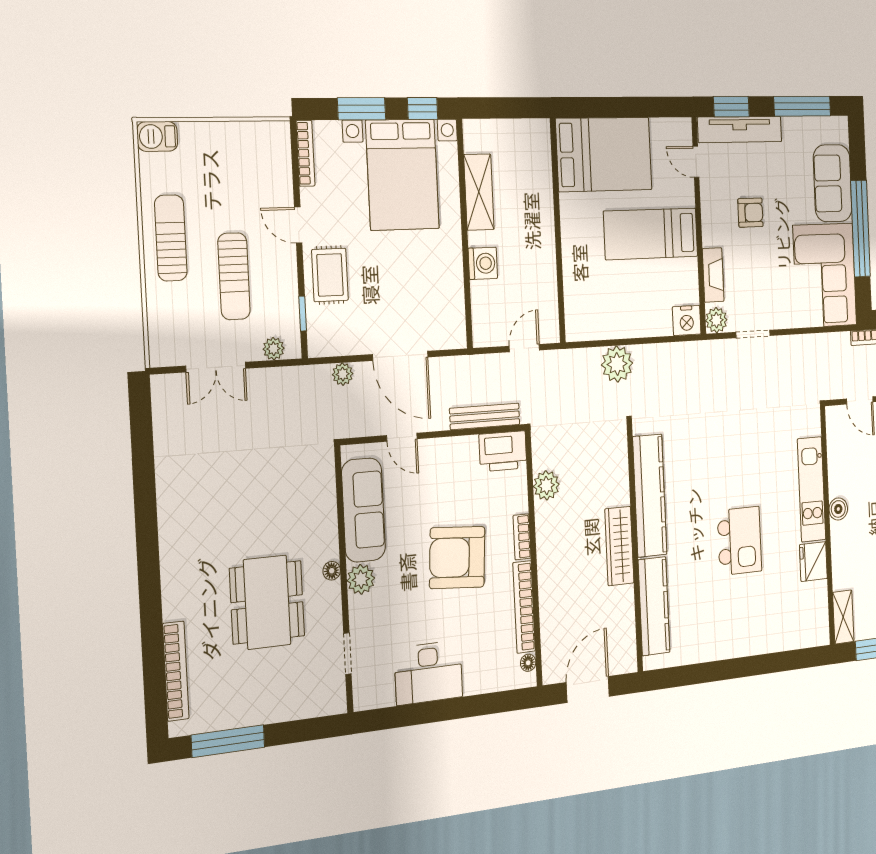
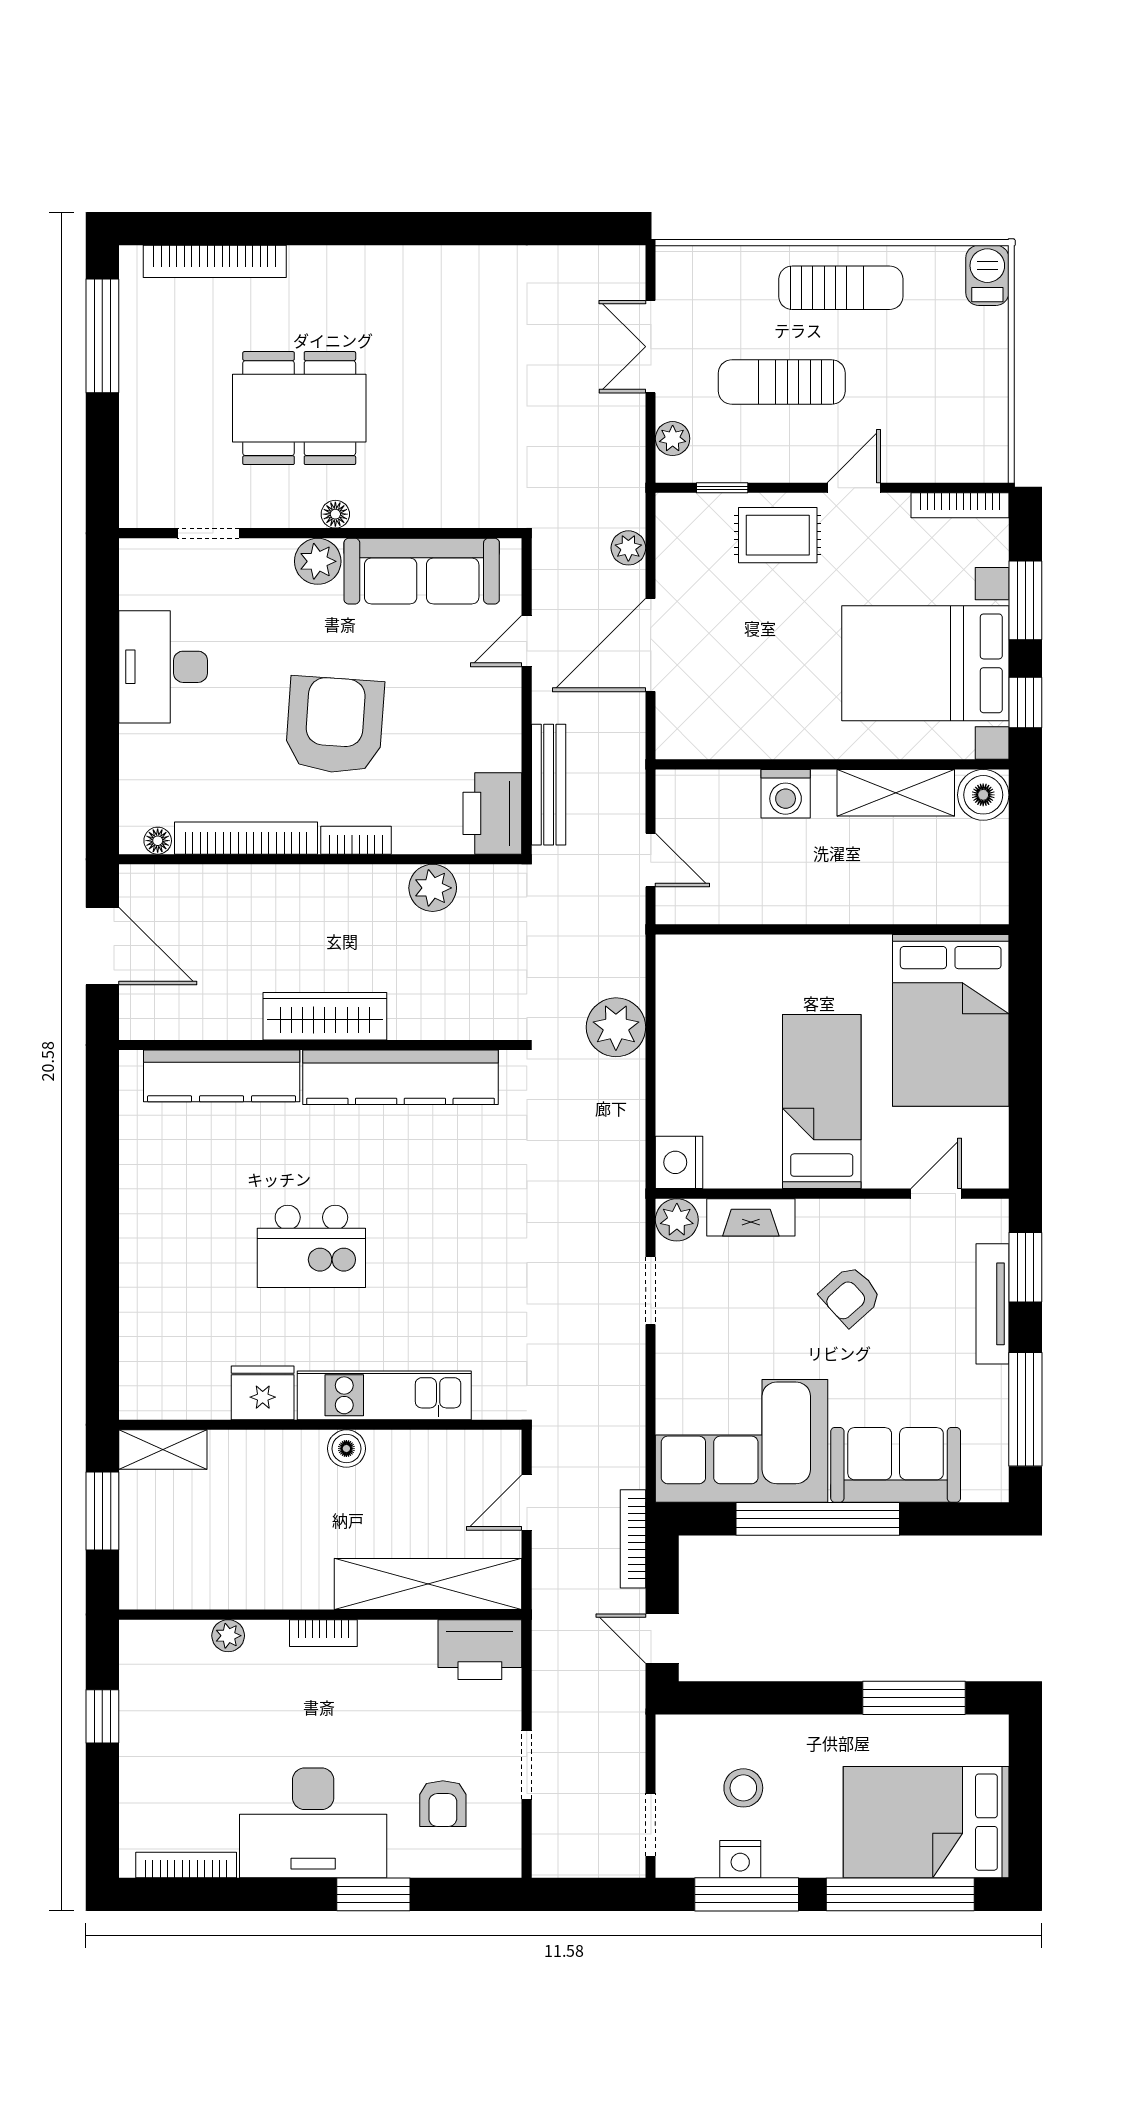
tv unit: (740, 129) -> (992, 1304), width x0.73, depth x0.78
boiler: (477, 135) -> (983, 795), added
armchair: (750, 213) -> (851, 1296), turned 48

